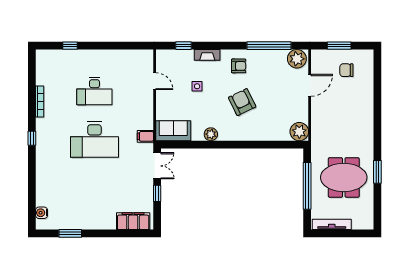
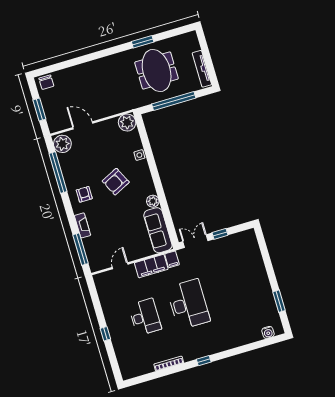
window: (70, 46) -> (105, 334), moved
window: (183, 46) -> (81, 249), width x2.17
chair: (346, 70) -> (46, 82), moved
side table: (197, 86) -> (139, 155), moved
sofa: (173, 131) -> (158, 230), width x1.36
filing cabinet: (133, 221) -> (151, 266), moved, turned -90

